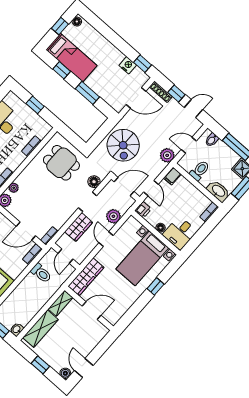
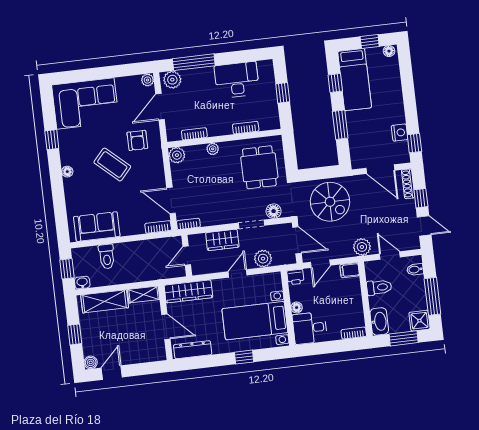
spiral stairs: (123, 145) -> (330, 202), turned -90
plant: (14, 188) -> (213, 149), moved
toilet: (41, 273) -> (107, 256), moved
dresser: (120, 310) -> (193, 350), added

